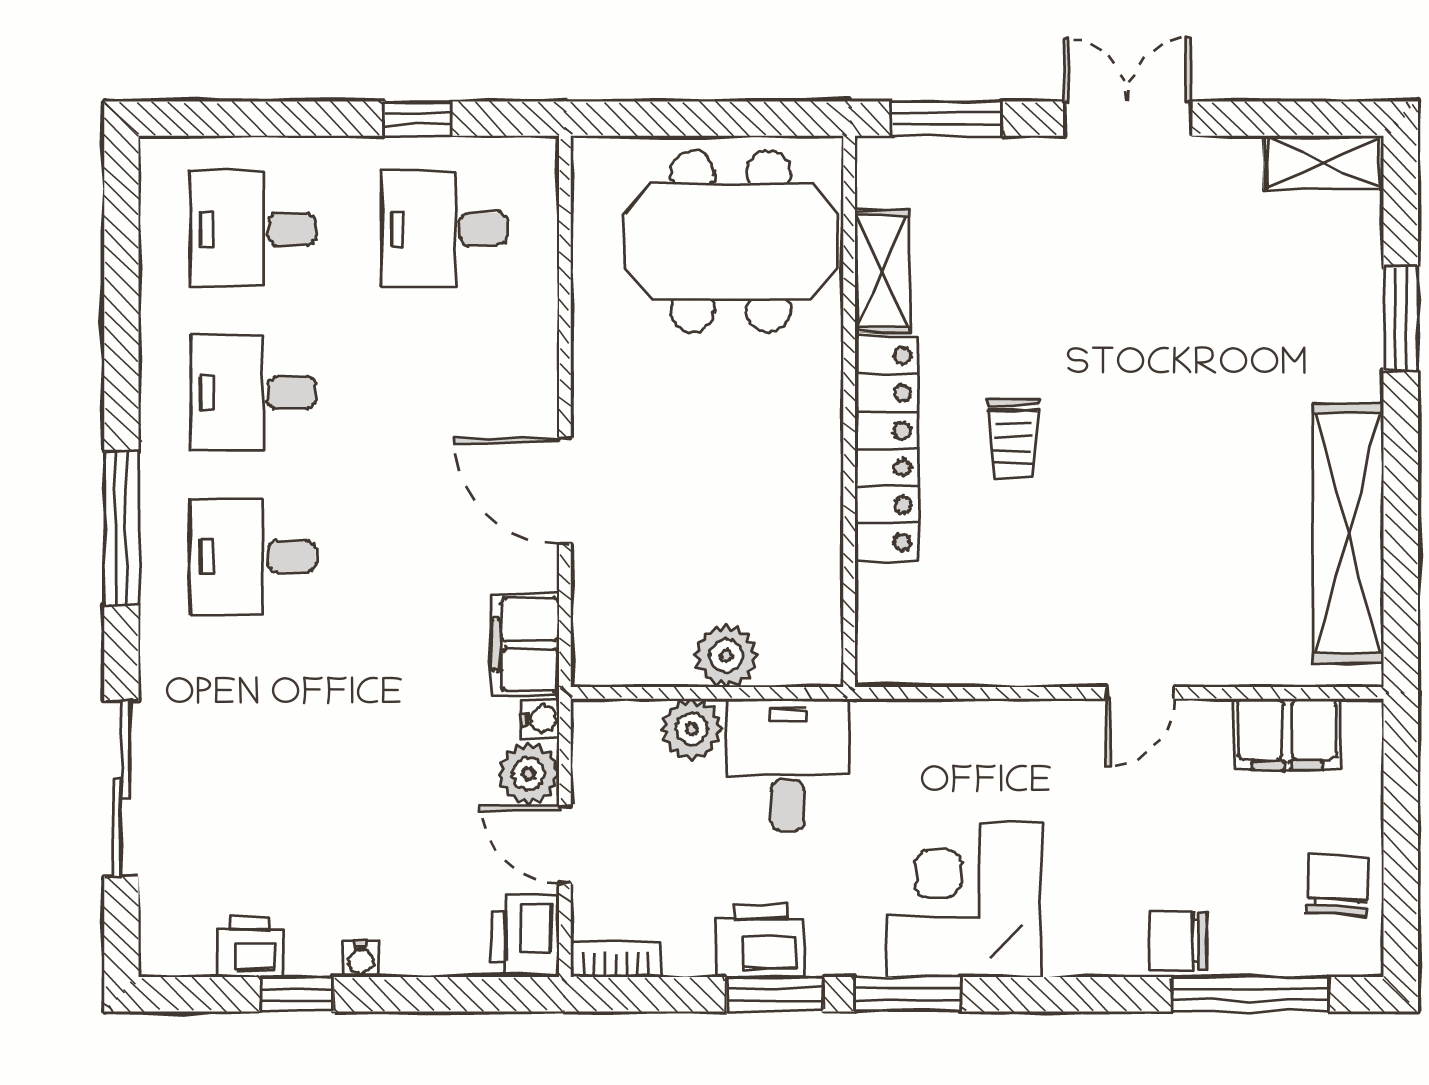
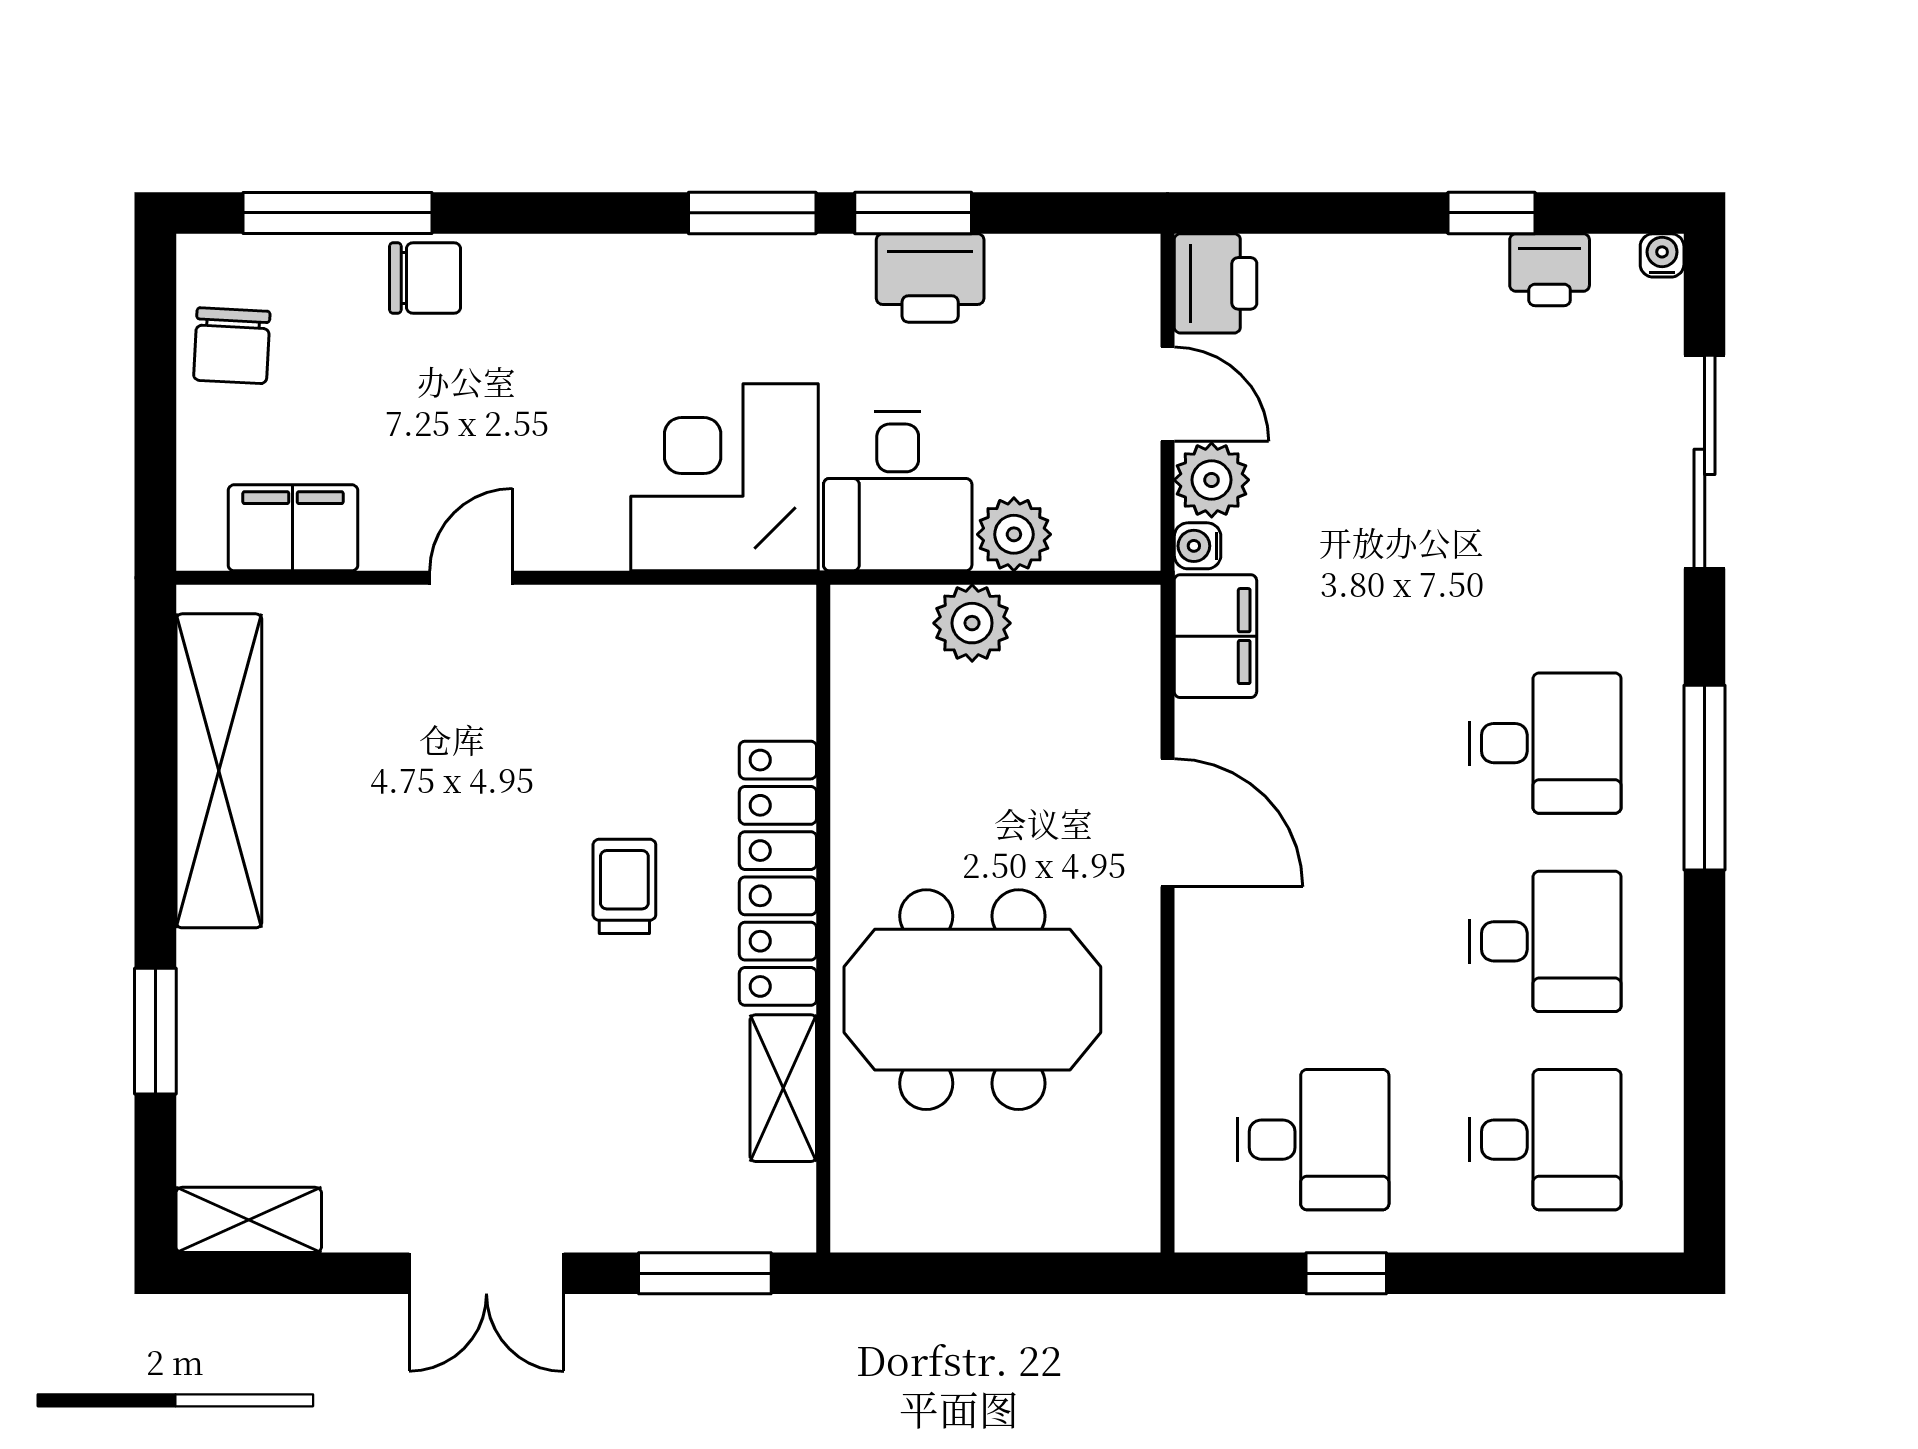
meeting table: (731, 241) -> (972, 1000), moved
corner desk: (964, 900) -> (724, 477), moved, turned 180
water cooler: (361, 959) -> (1662, 255), moved
bookcase: (615, 959) -> (1106, 255), removed

